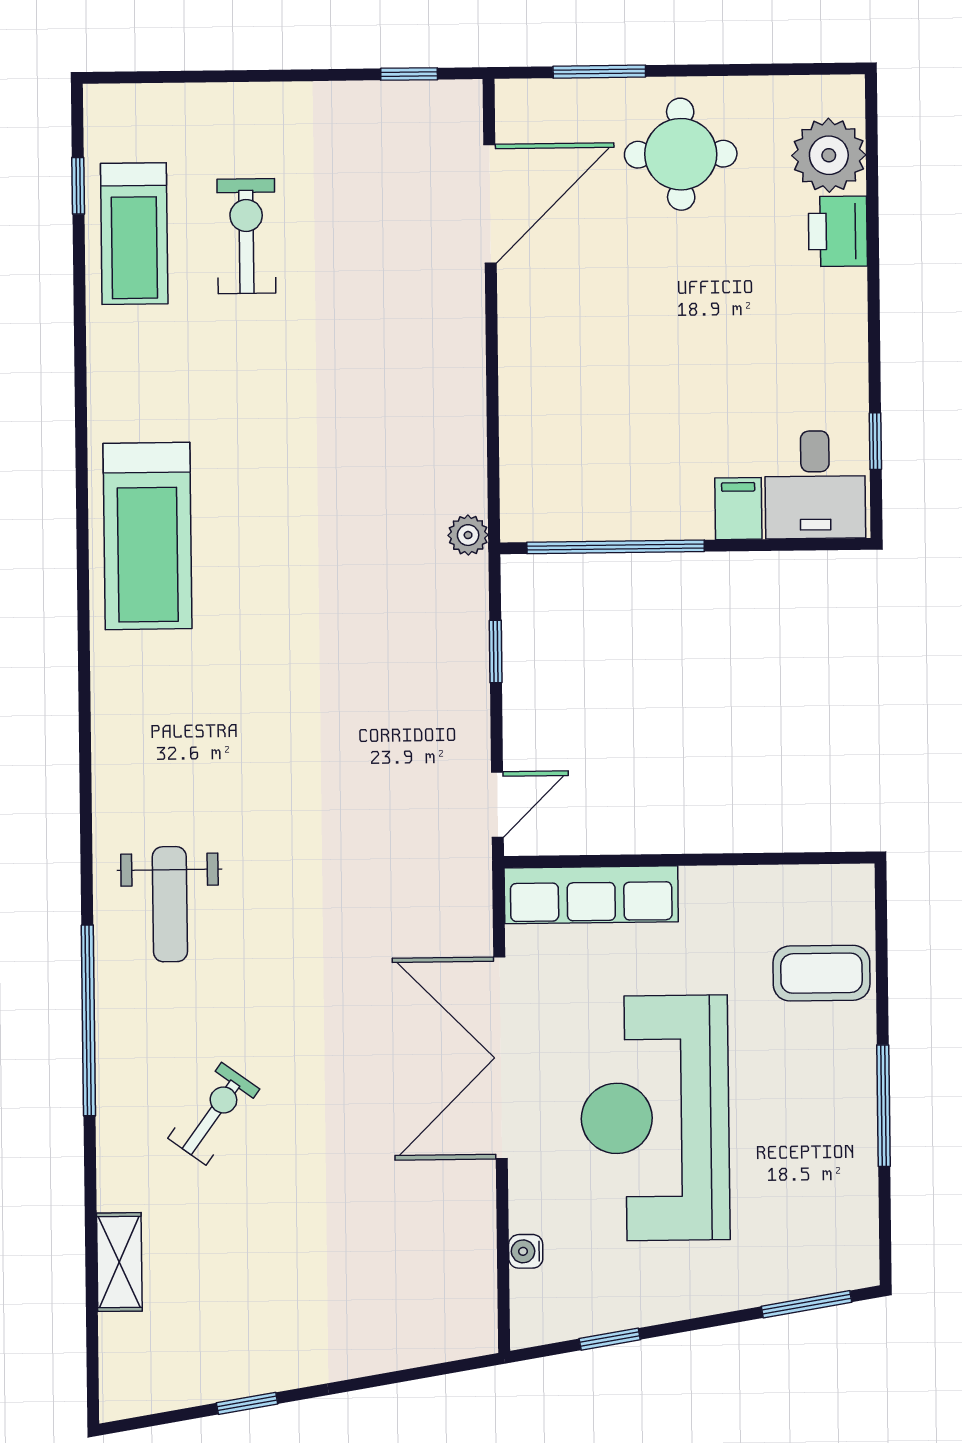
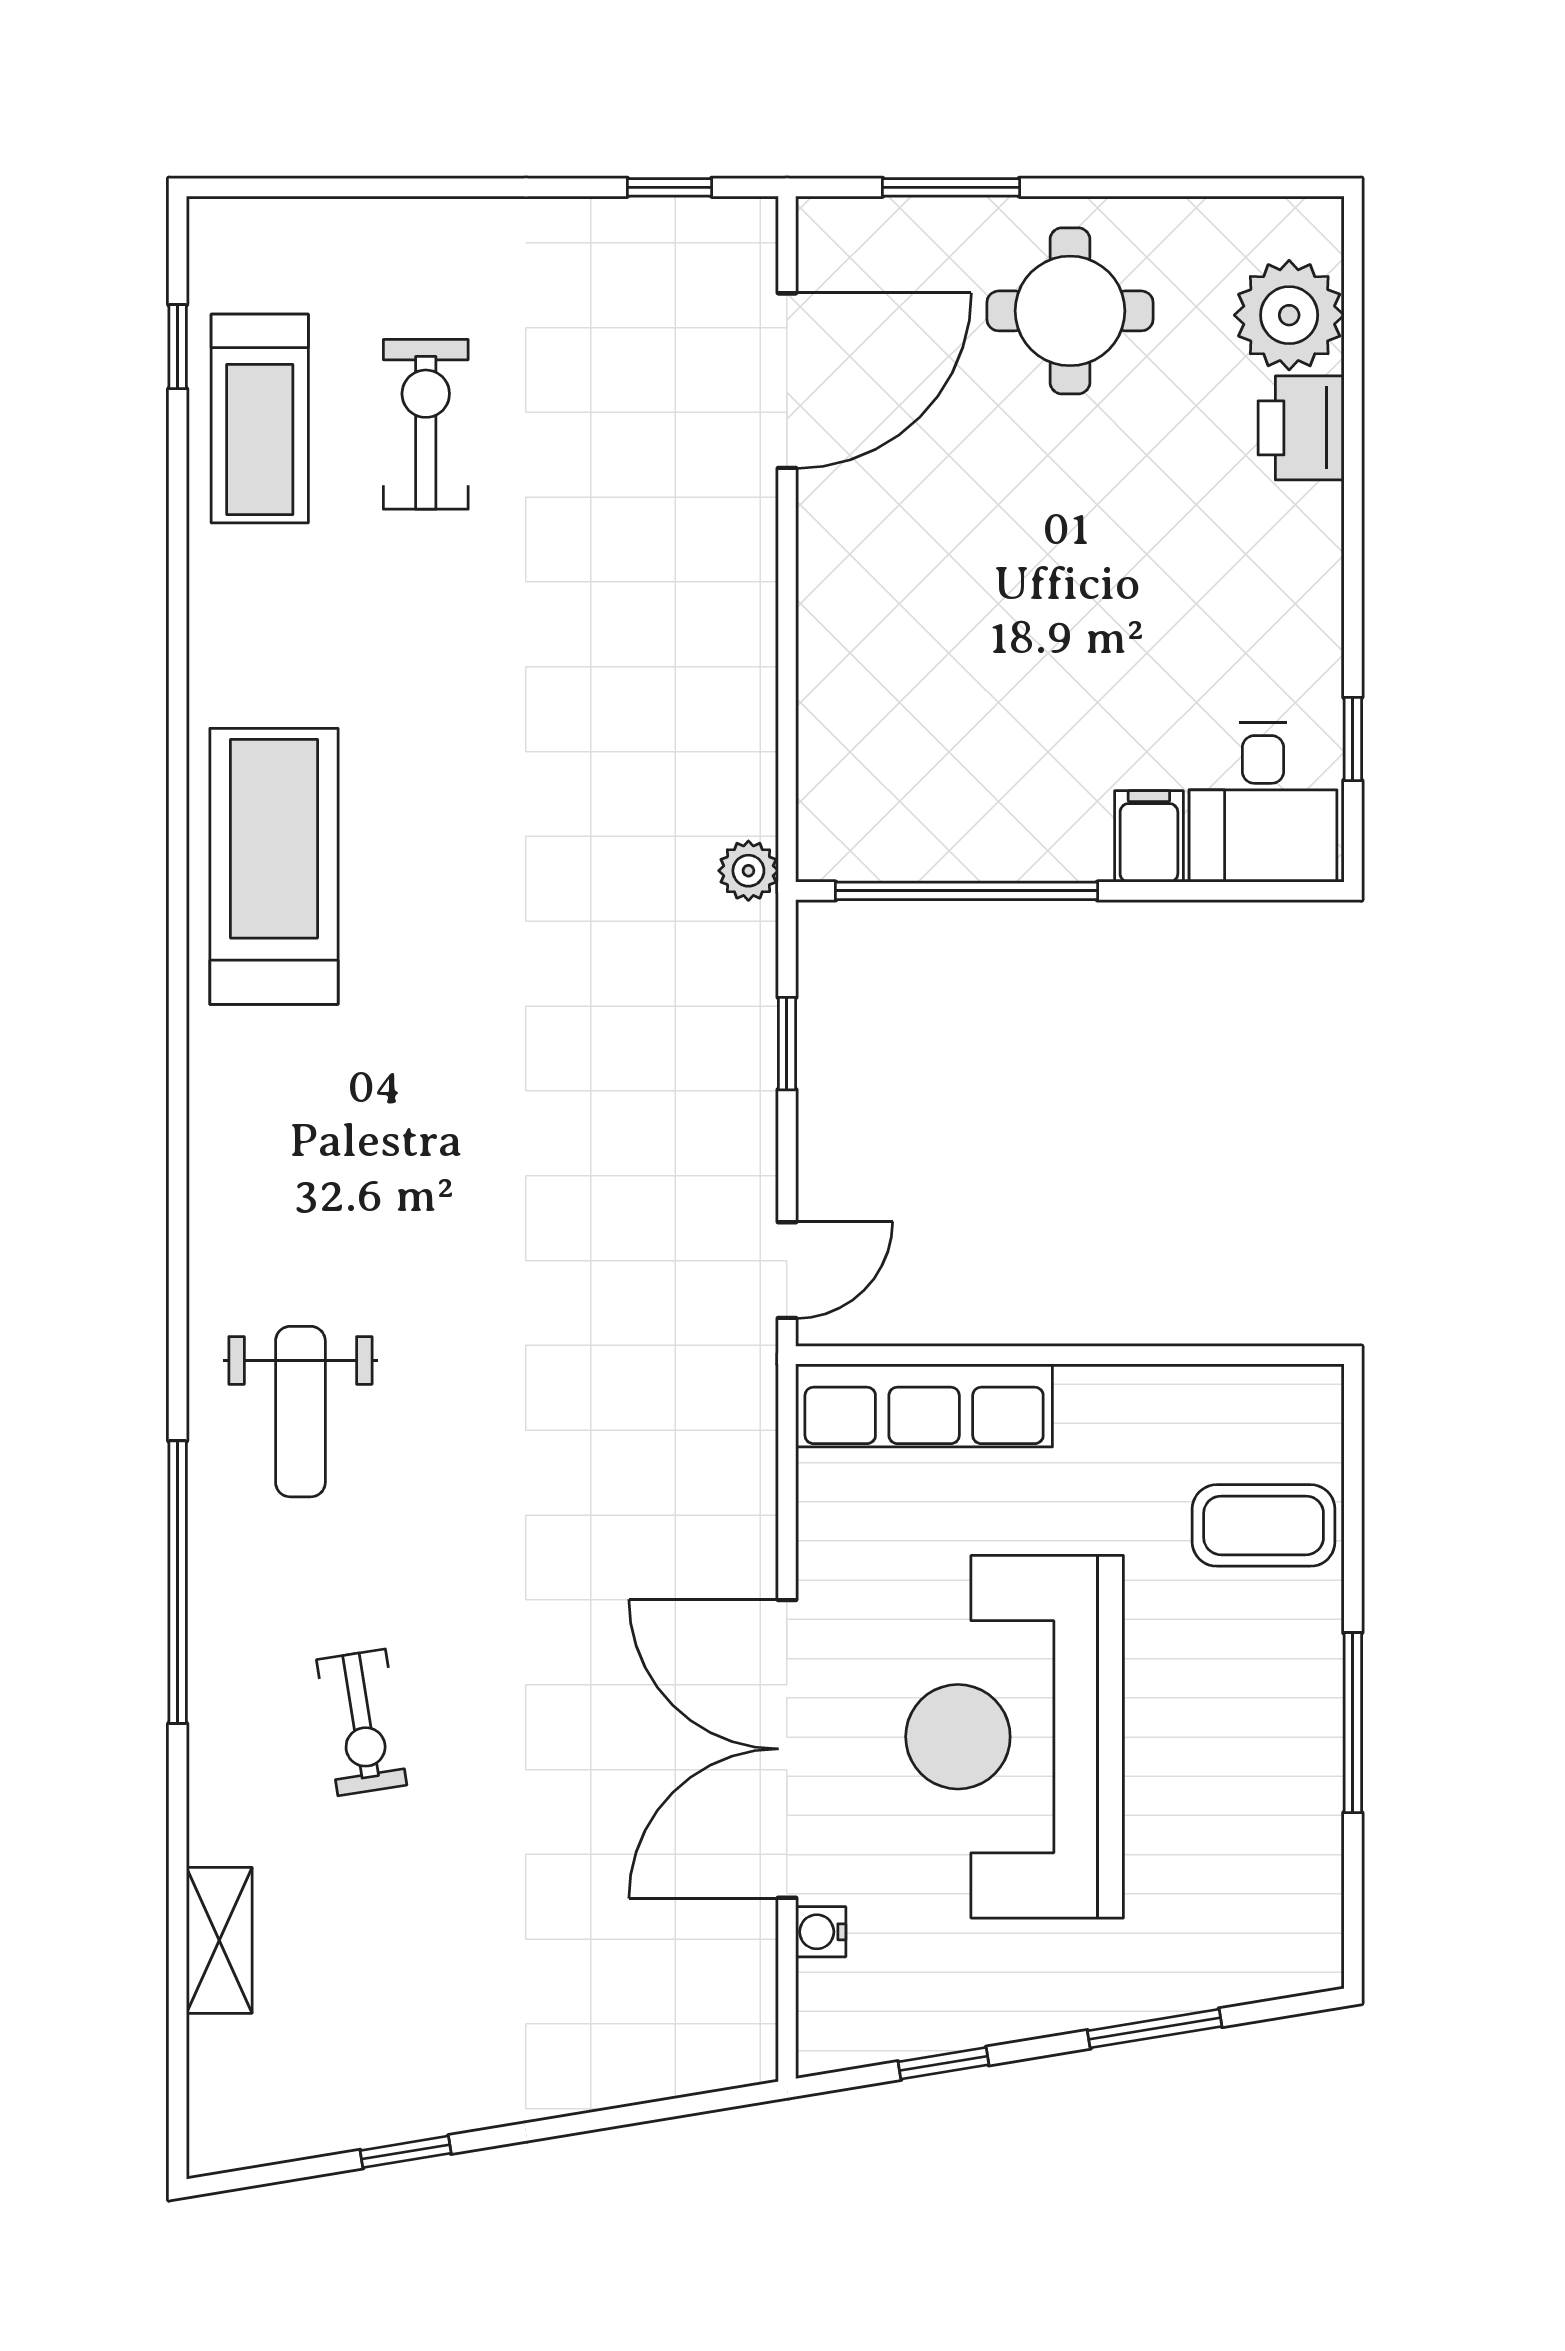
treadmill: (148, 536) -> (274, 866), turned 180
double door: (501, 1058) -> (787, 1749), moved
exercise bike: (214, 1114) -> (362, 1722), turned 135
window: (806, 1304) -> (1155, 2029), moved

